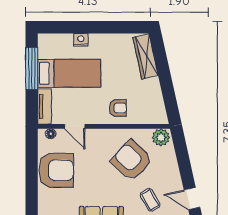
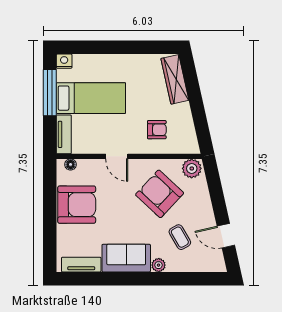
nightstand: (81, 40) -> (64, 61), moved
armchair: (118, 108) -> (157, 130), moved
door: (75, 126) -> (117, 156), moved

